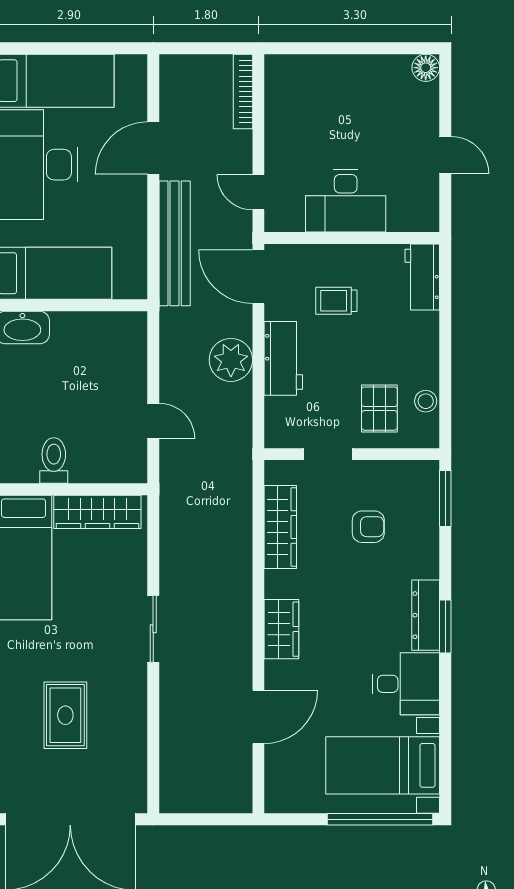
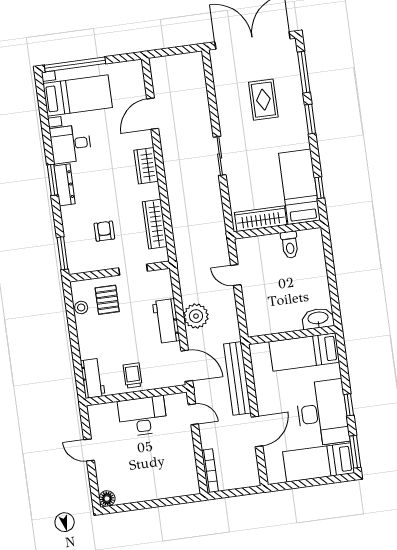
trolley: (336, 301) -> (133, 376), moved, turned -90
armchair: (368, 527) -> (104, 231), turned 90

